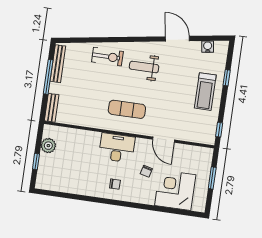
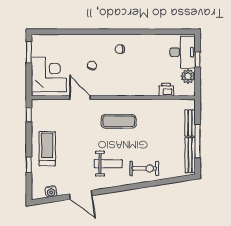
exercise bike: (107, 57) -> (144, 168), turned 180
bench: (52, 108) -> (190, 123), moved
printer: (73, 135) -> (166, 90), added
desk: (117, 148) -> (183, 52), moved, turned -90
window: (212, 178) -> (29, 52), moved
corner desk: (175, 190) -> (49, 74), moved, turned -90

